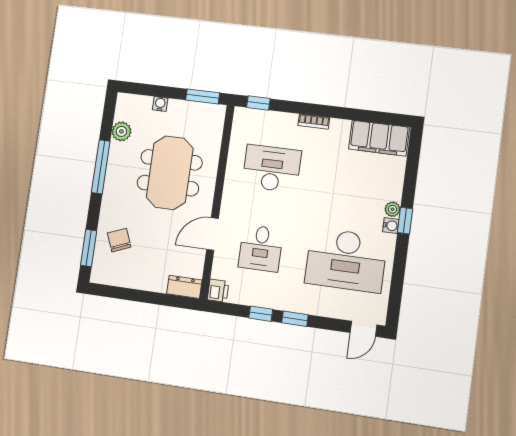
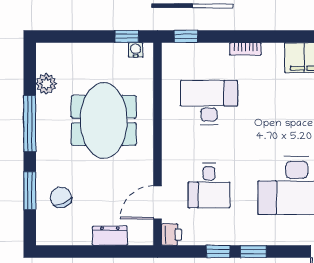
window: (203, 96) -> (127, 36), width x0.67
water cooler: (160, 104) -> (136, 50), moved
door: (213, 234) -> (158, 202), moved
window: (89, 248) -> (30, 191), moved
dresser: (184, 287) -> (110, 236), moved

